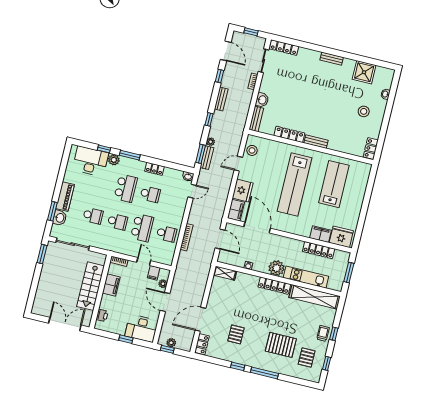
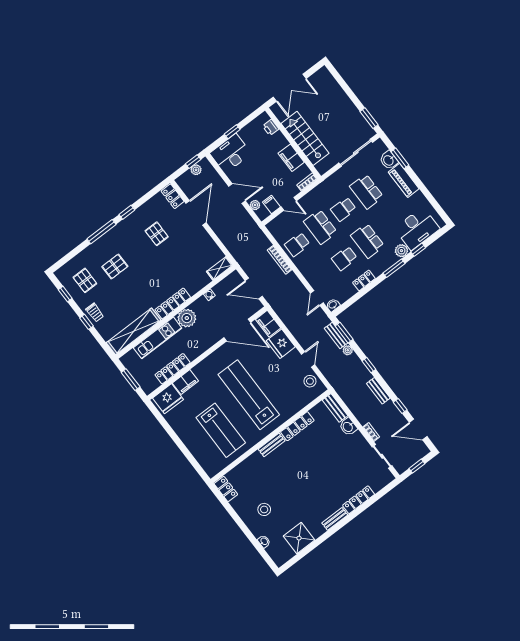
locker: (284, 48) -> (359, 500), moved
school desk: (93, 216) -> (366, 192), width x1.85
pallet: (281, 345) -> (115, 266), width x0.67, depth x0.71

